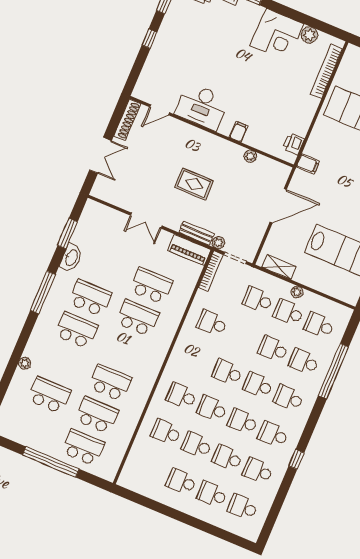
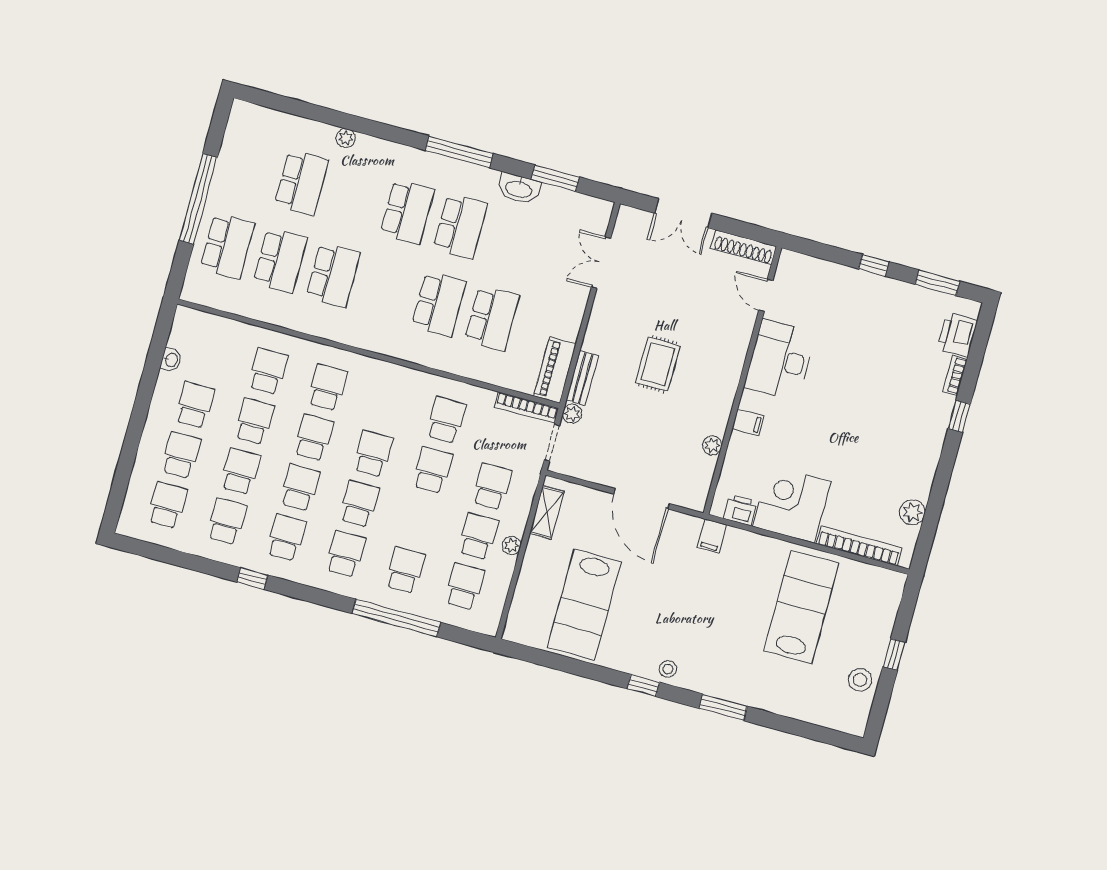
corner desk: (277, 35) -> (792, 504), moved, turned 90
double door: (146, 221) -> (601, 263), moved
school desk: (273, 349) -> (432, 470), moved
washbasin: (151, 493) -> (171, 360), added

